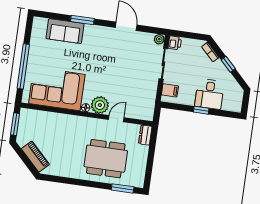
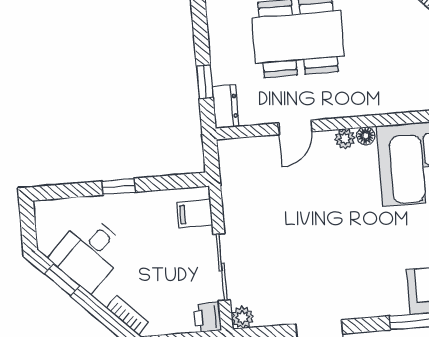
window: (228, 64) -> (62, 280), moved
desk: (209, 94) -> (89, 253), moved, turned -135
plant: (100, 105) -> (345, 139), width x0.53, depth x0.53
window: (152, 148) -> (205, 82), added

